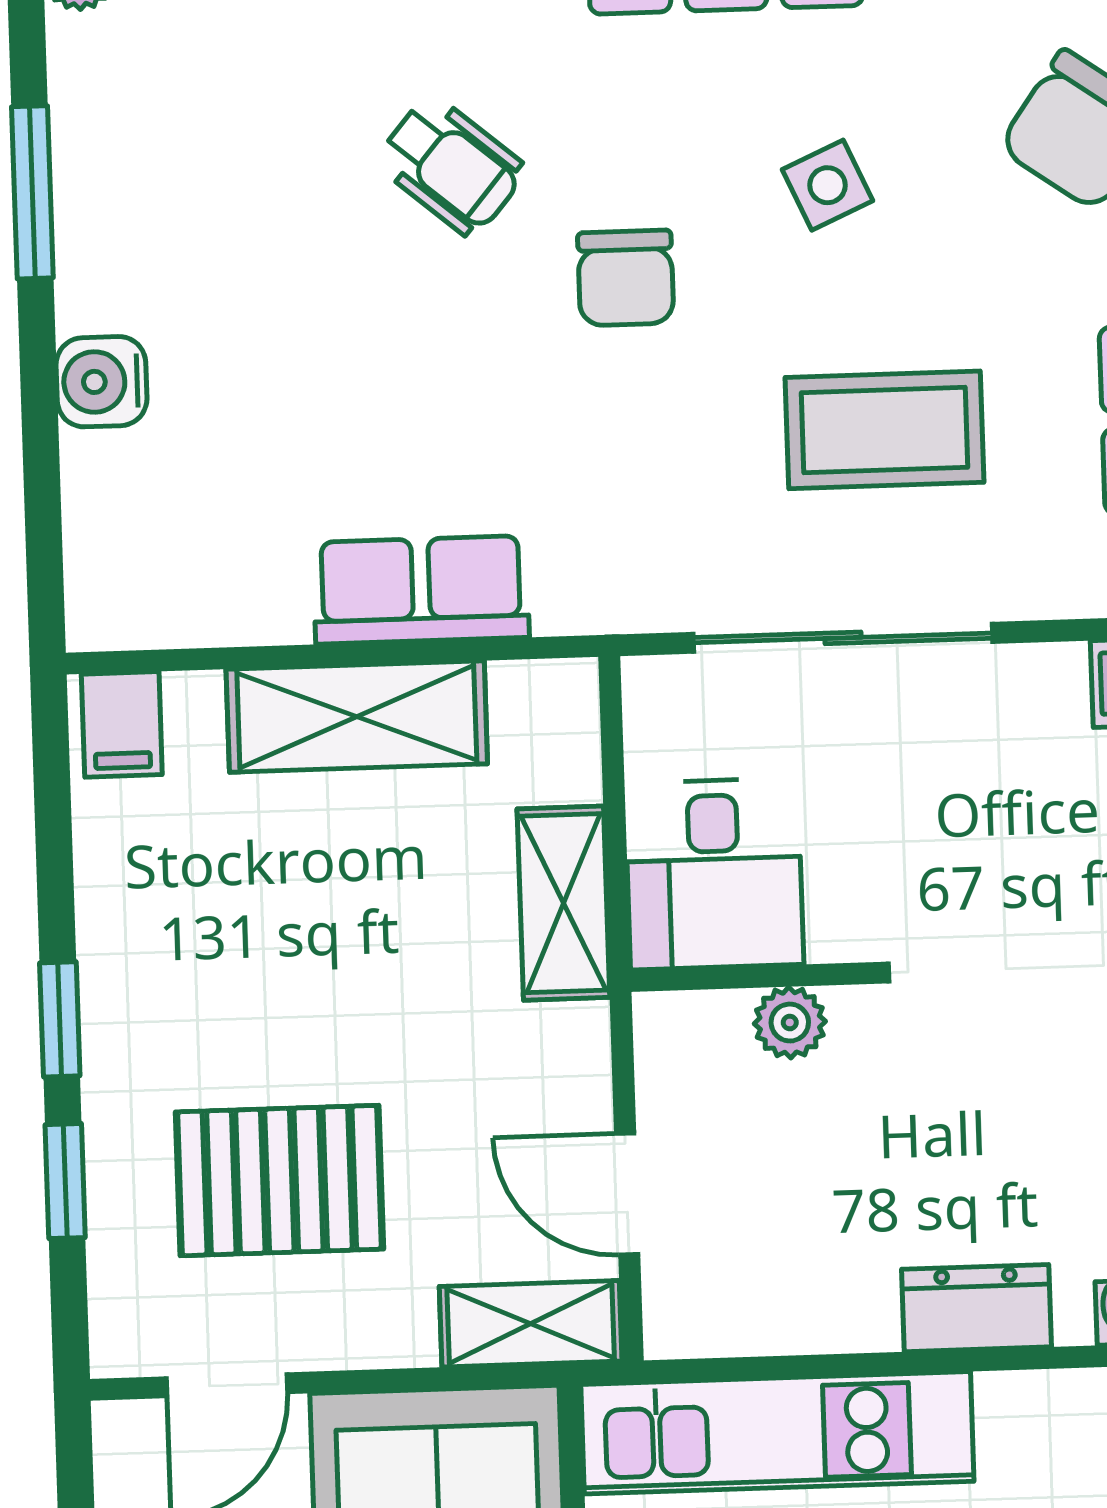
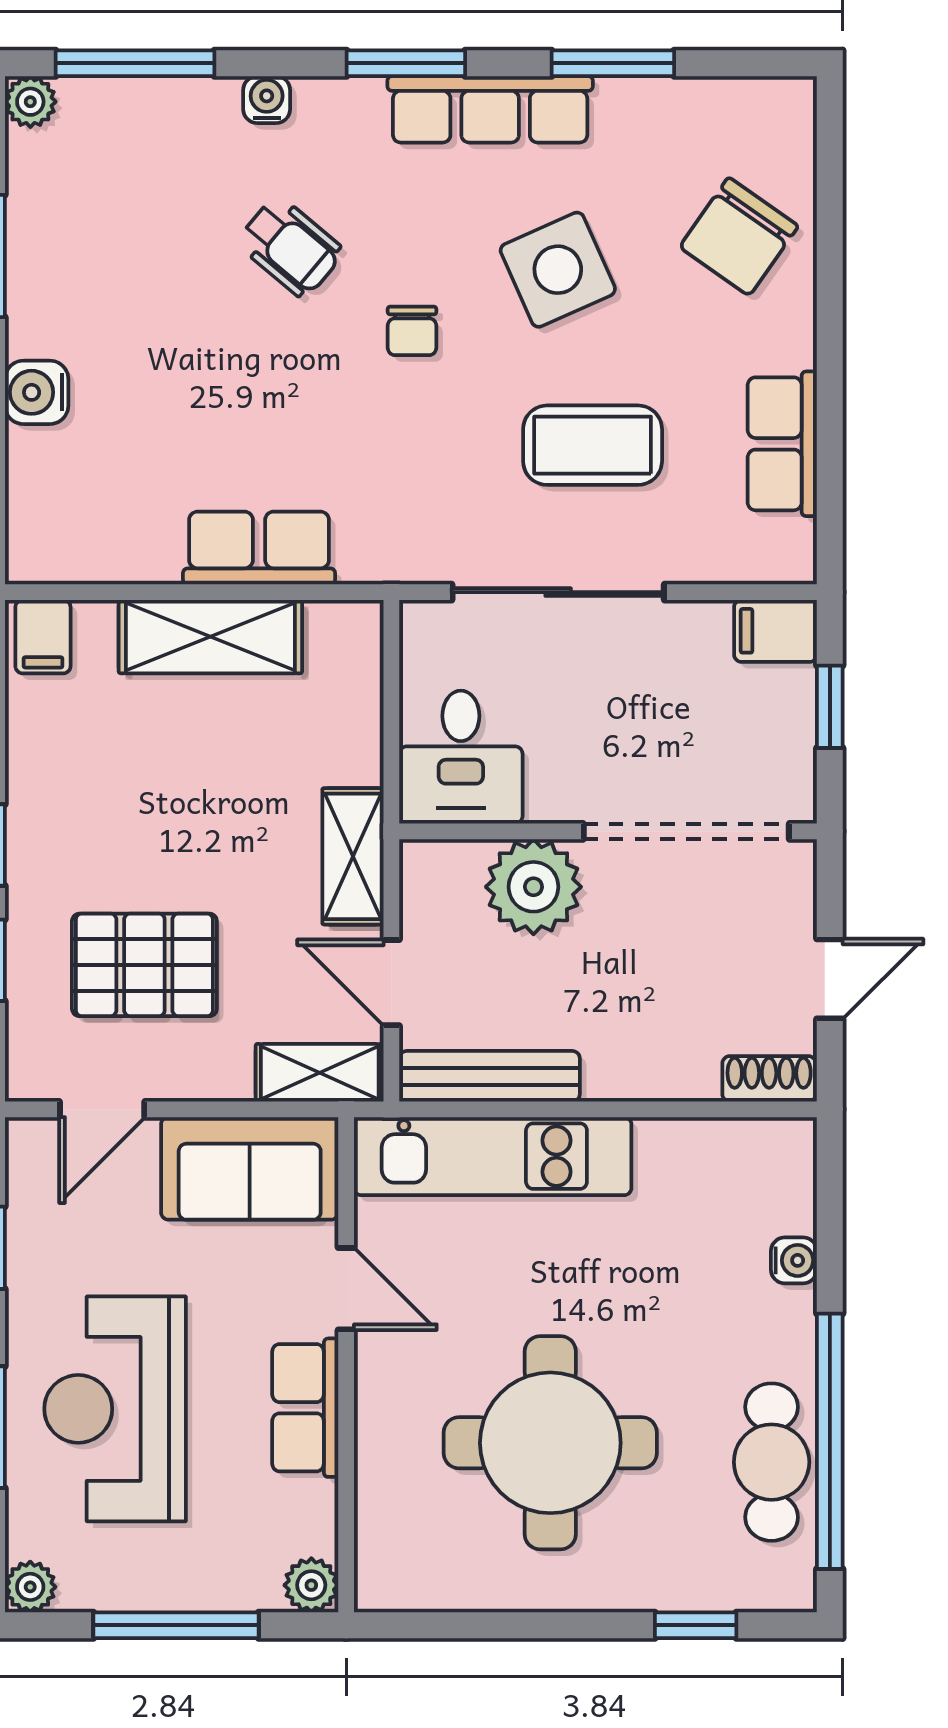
side table: (828, 185) -> (558, 270), width x1.87, depth x1.87
chair: (626, 278) -> (412, 331), width x0.73, depth x0.73
shelving: (563, 903) -> (353, 856), moved
plant: (790, 1023) -> (533, 887), width x1.88, depth x1.88
dresser: (977, 1308) -> (637, 1072), removed
bench: (769, 1321) -> (490, 1076), added

